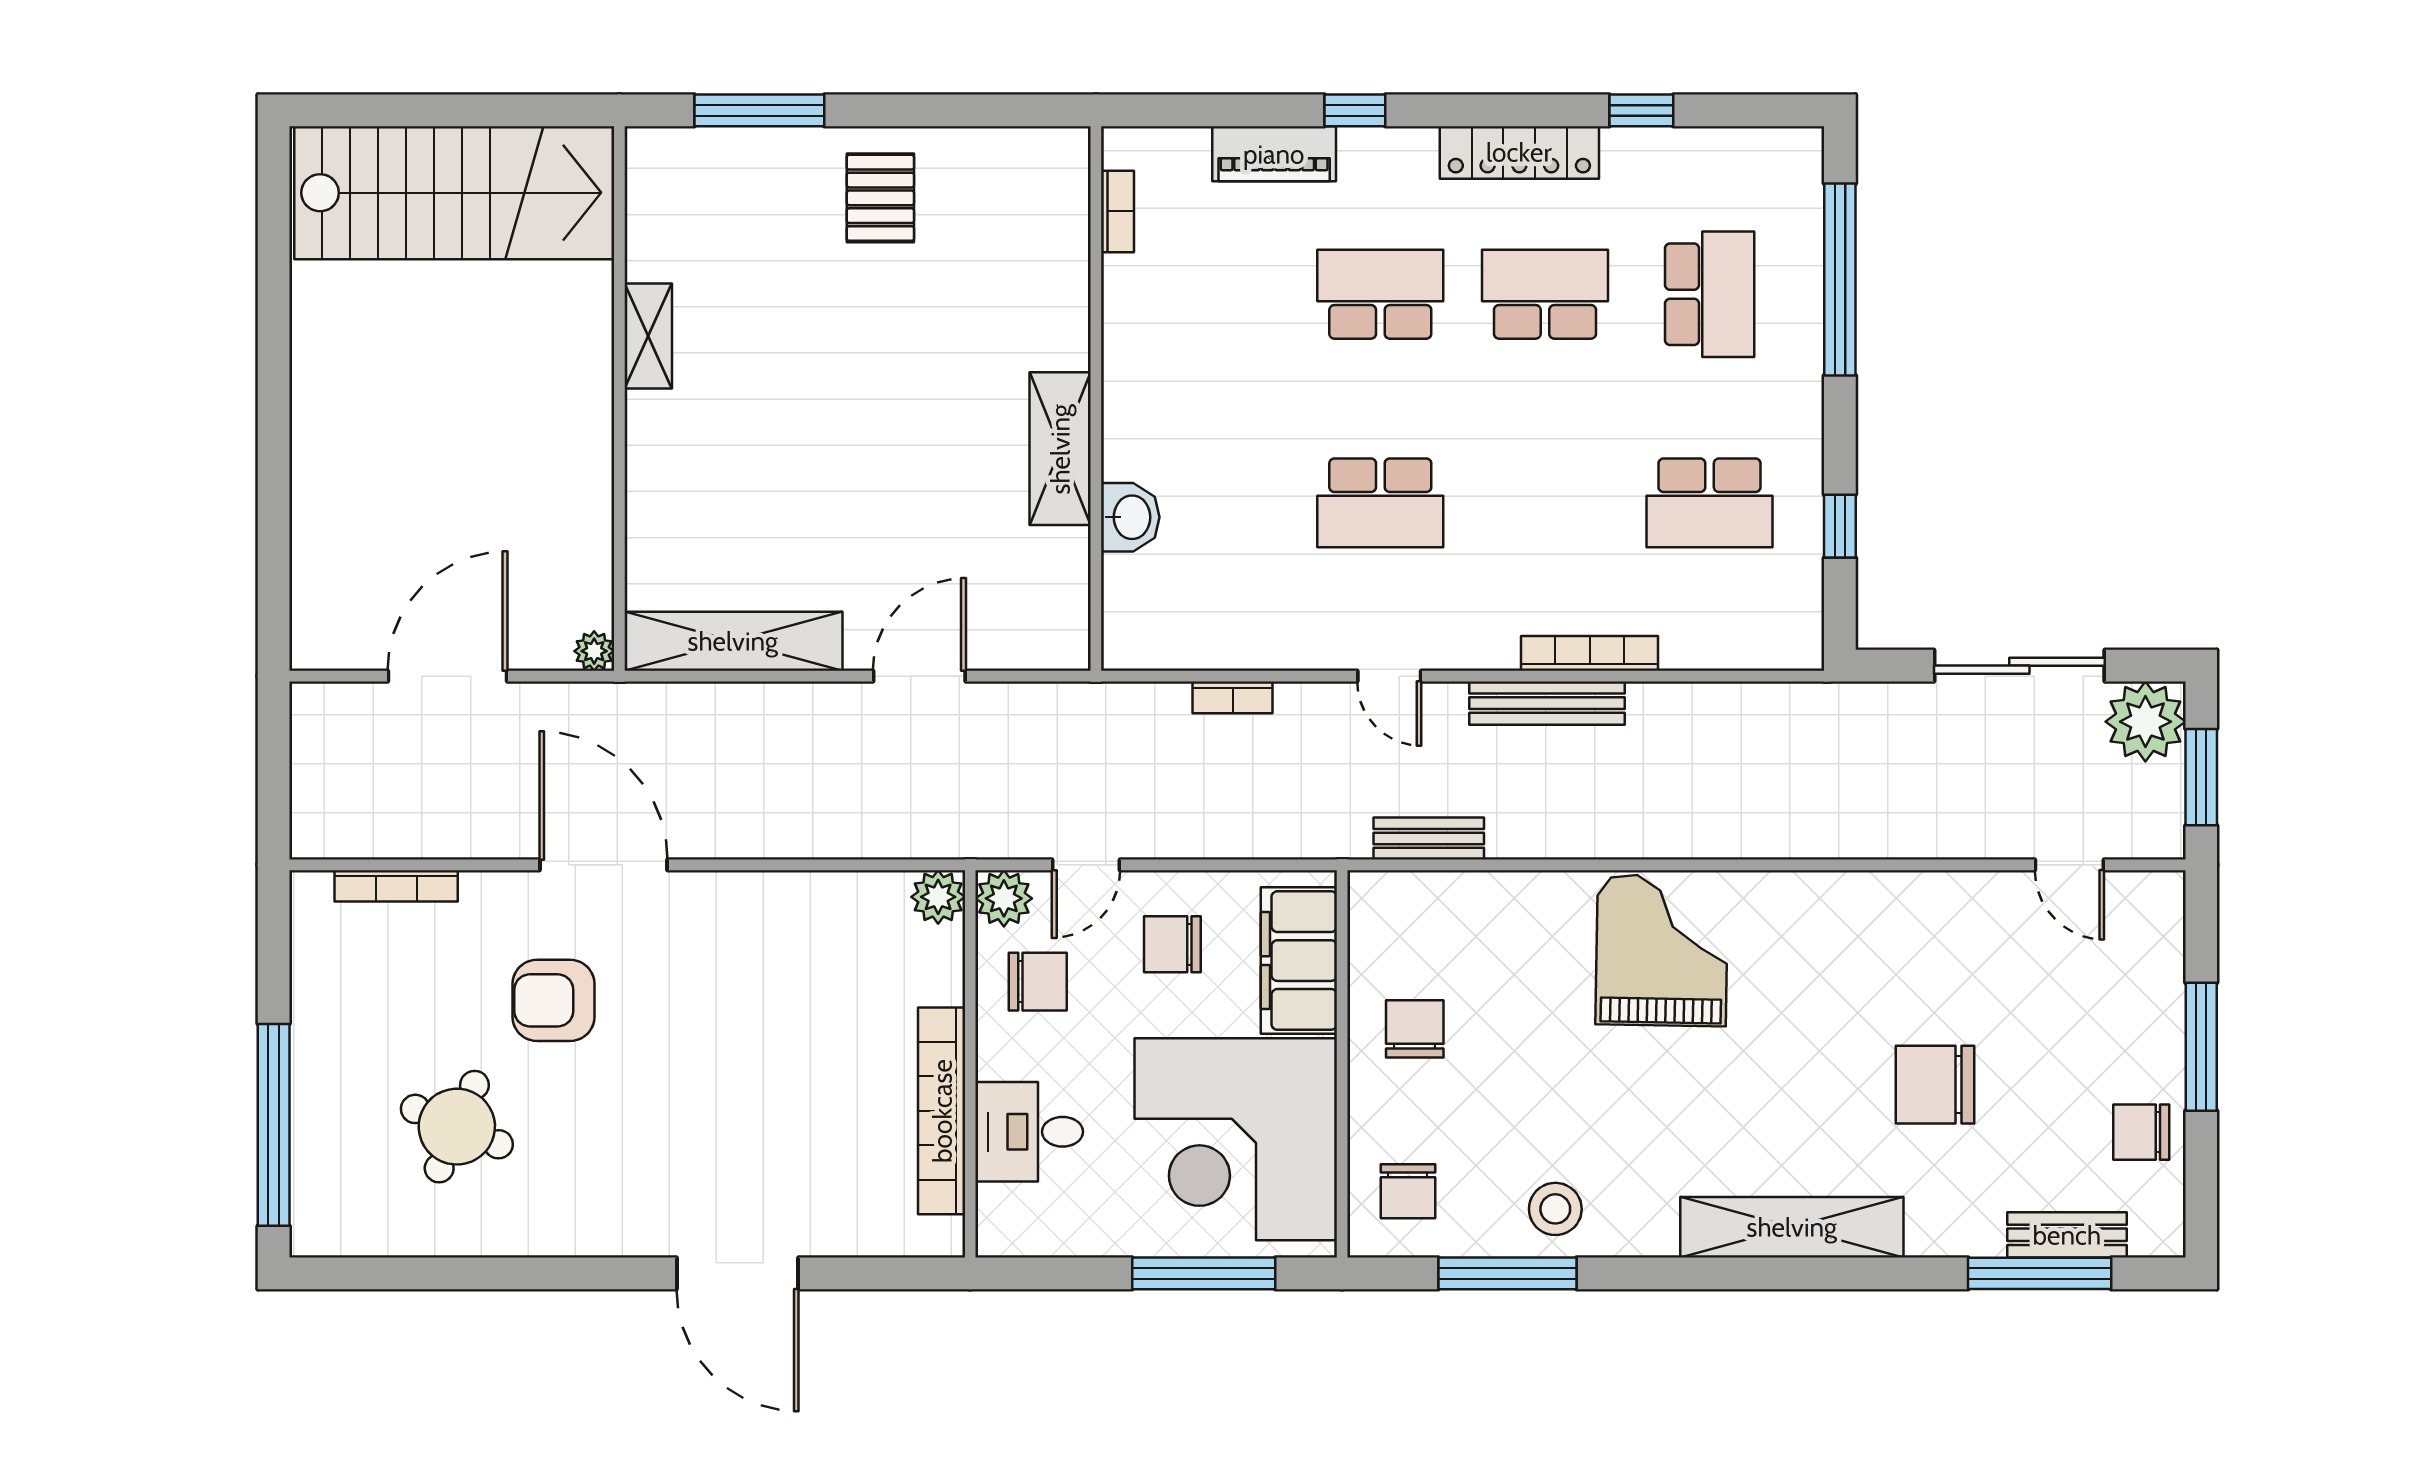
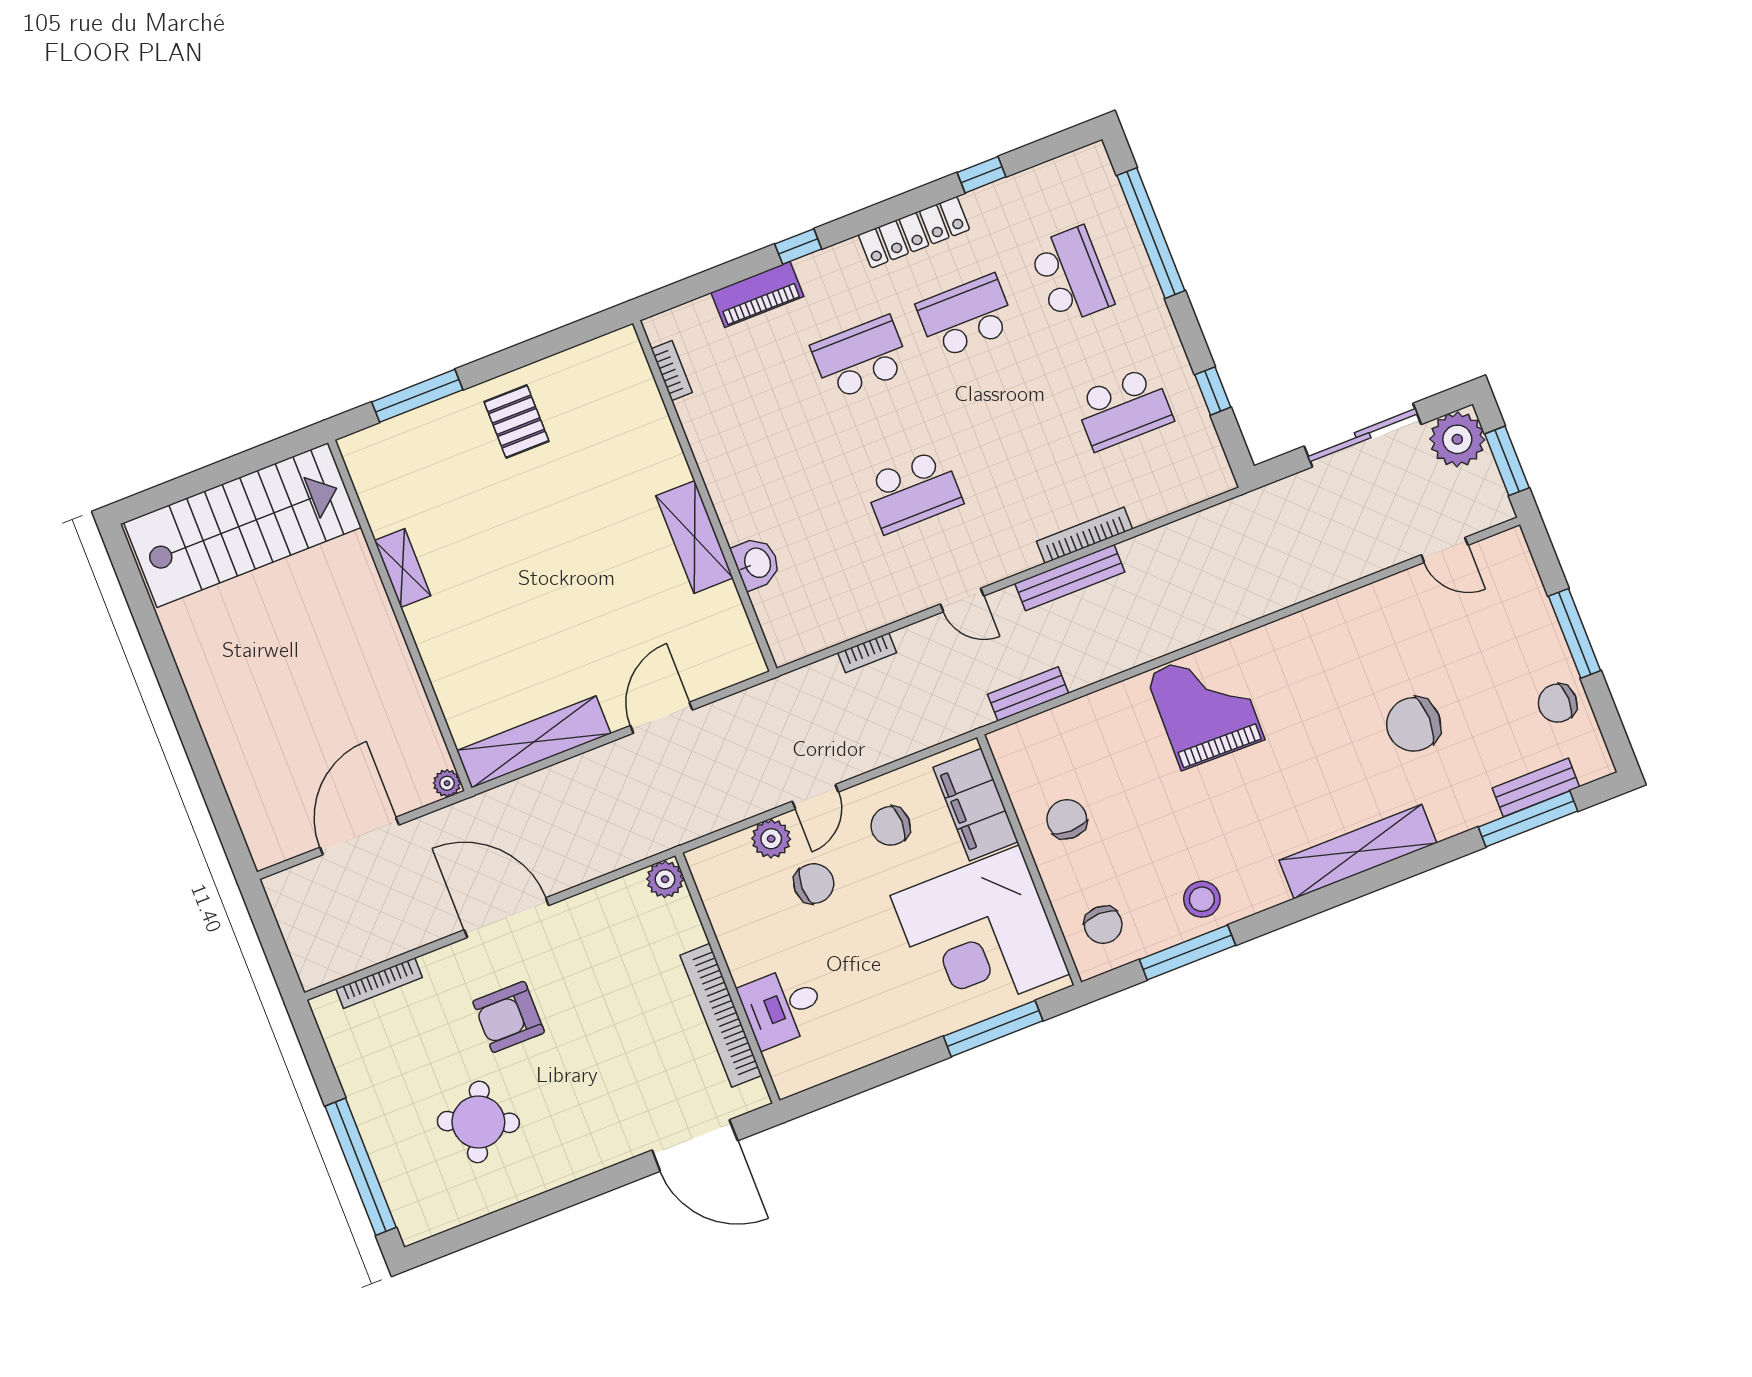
plant: (938, 897) -> (665, 879), moved
wall: (970, 1064) -> (727, 978), moved
bookcase: (942, 1111) -> (721, 1015), moved
desk: (1029, 1132) -> (782, 1007), moved

